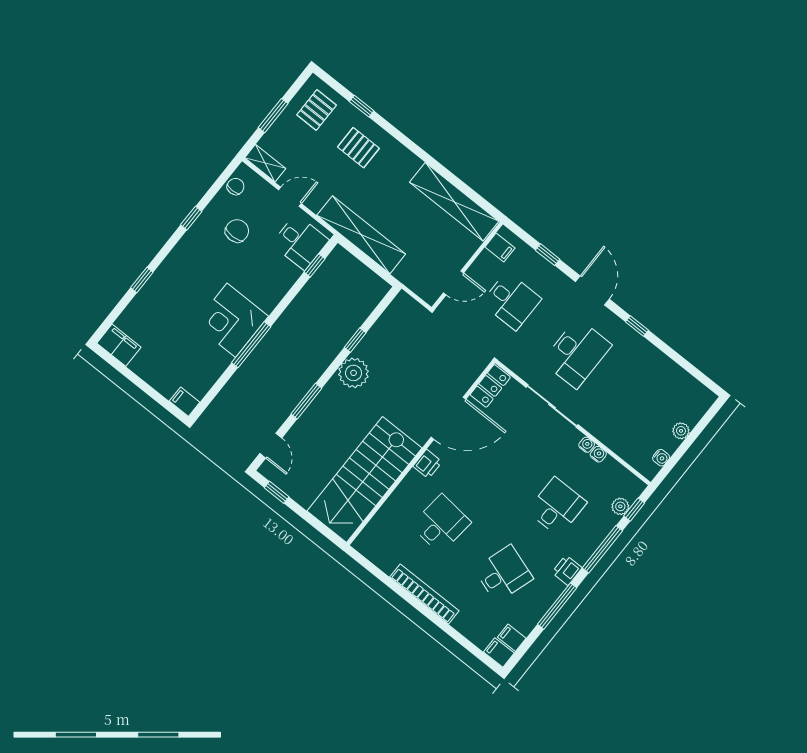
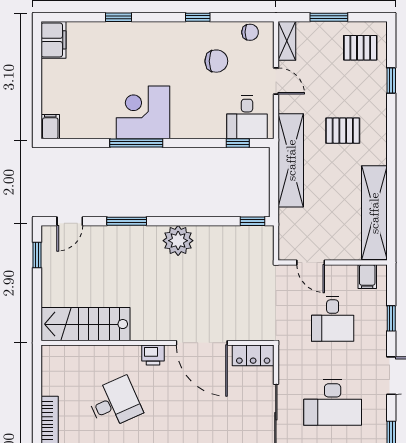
pallet: (358, 148) -> (343, 131), moved, turned 90
window: (355, 340) -> (252, 221), moved
stairs: (364, 480) -> (85, 324), width x0.73, depth x0.66
desk: (441, 524) -> (115, 403), turned -30

